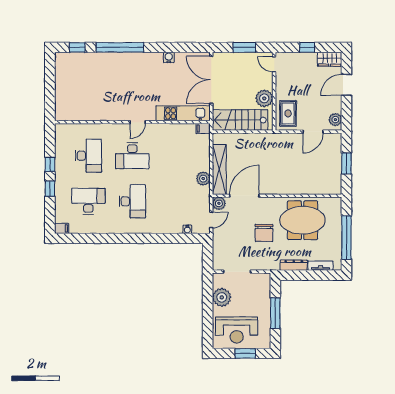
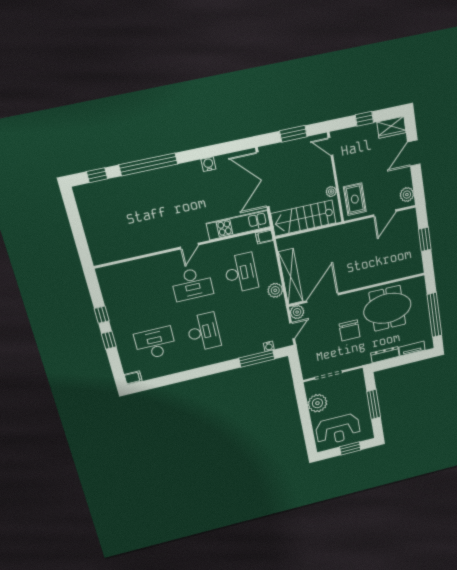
plant: (264, 98) -> (331, 192), width x0.53, depth x0.53
desk: (88, 156) -> (241, 273), moved
window: (174, 238) -> (257, 359), added

